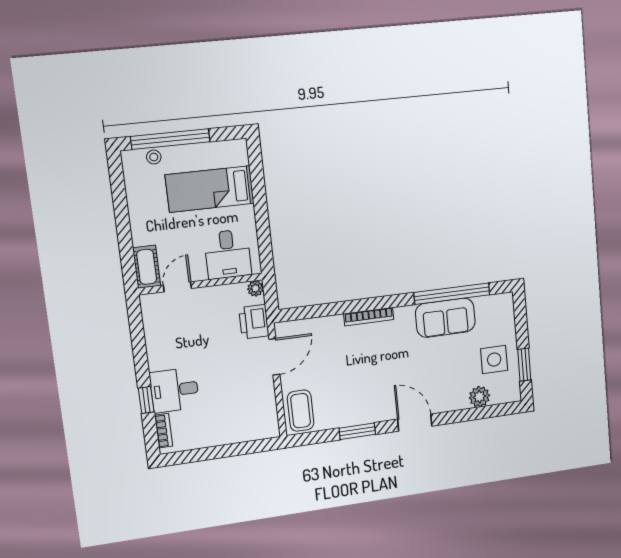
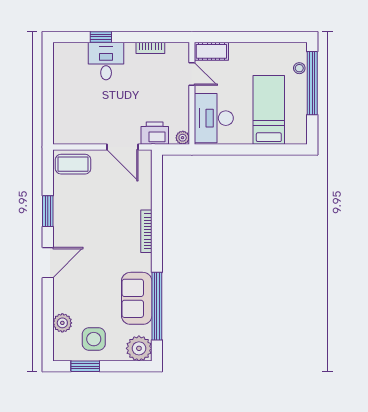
desk: (228, 254) -> (214, 118), width x1.37
plant: (500, 308) -> (139, 348), added
bookcase: (164, 431) -> (150, 48), moved

